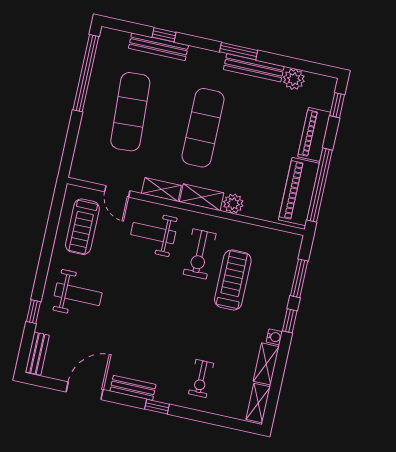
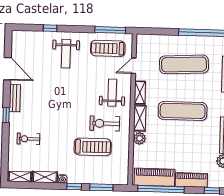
window: (54, 218) -> (110, 30), added
bench: (37, 354) -> (25, 35), removed

